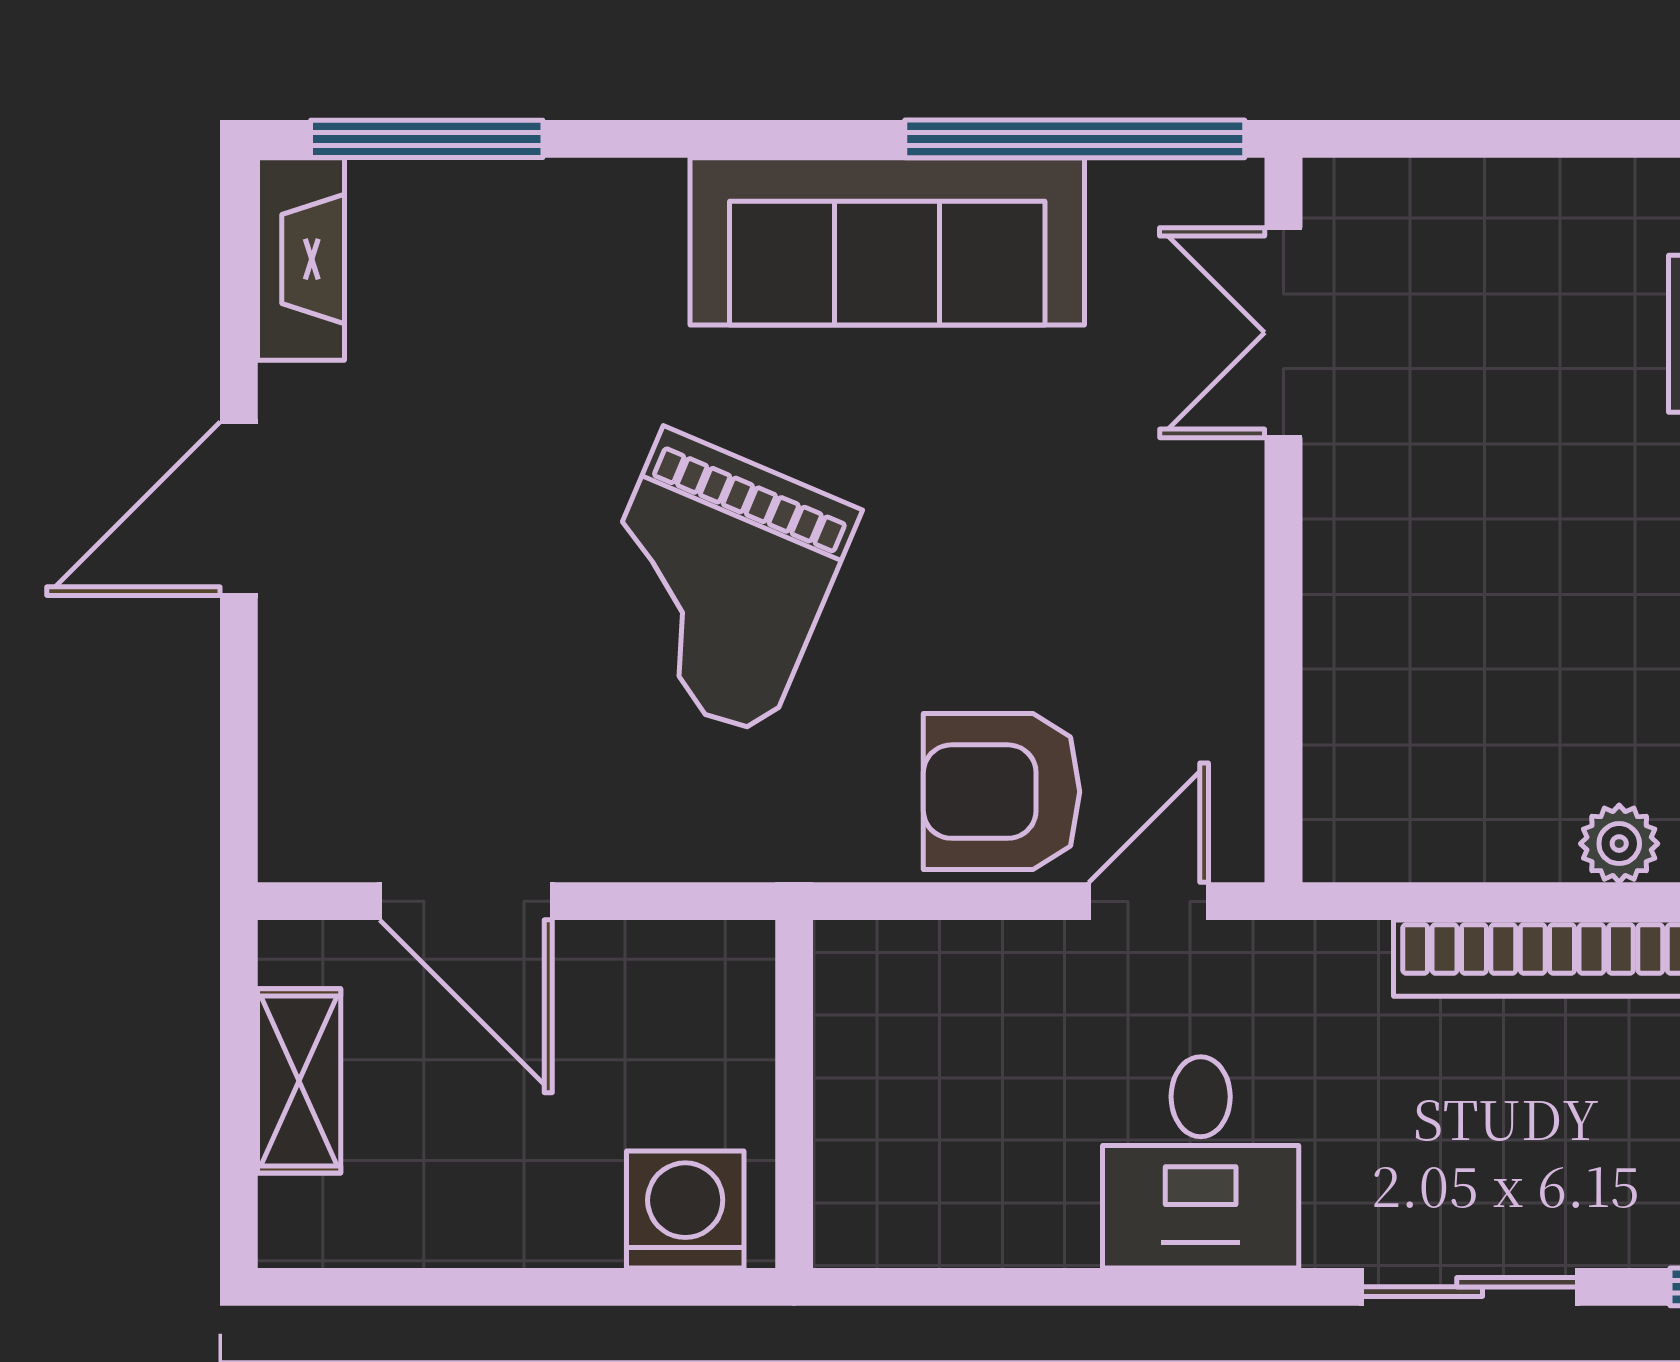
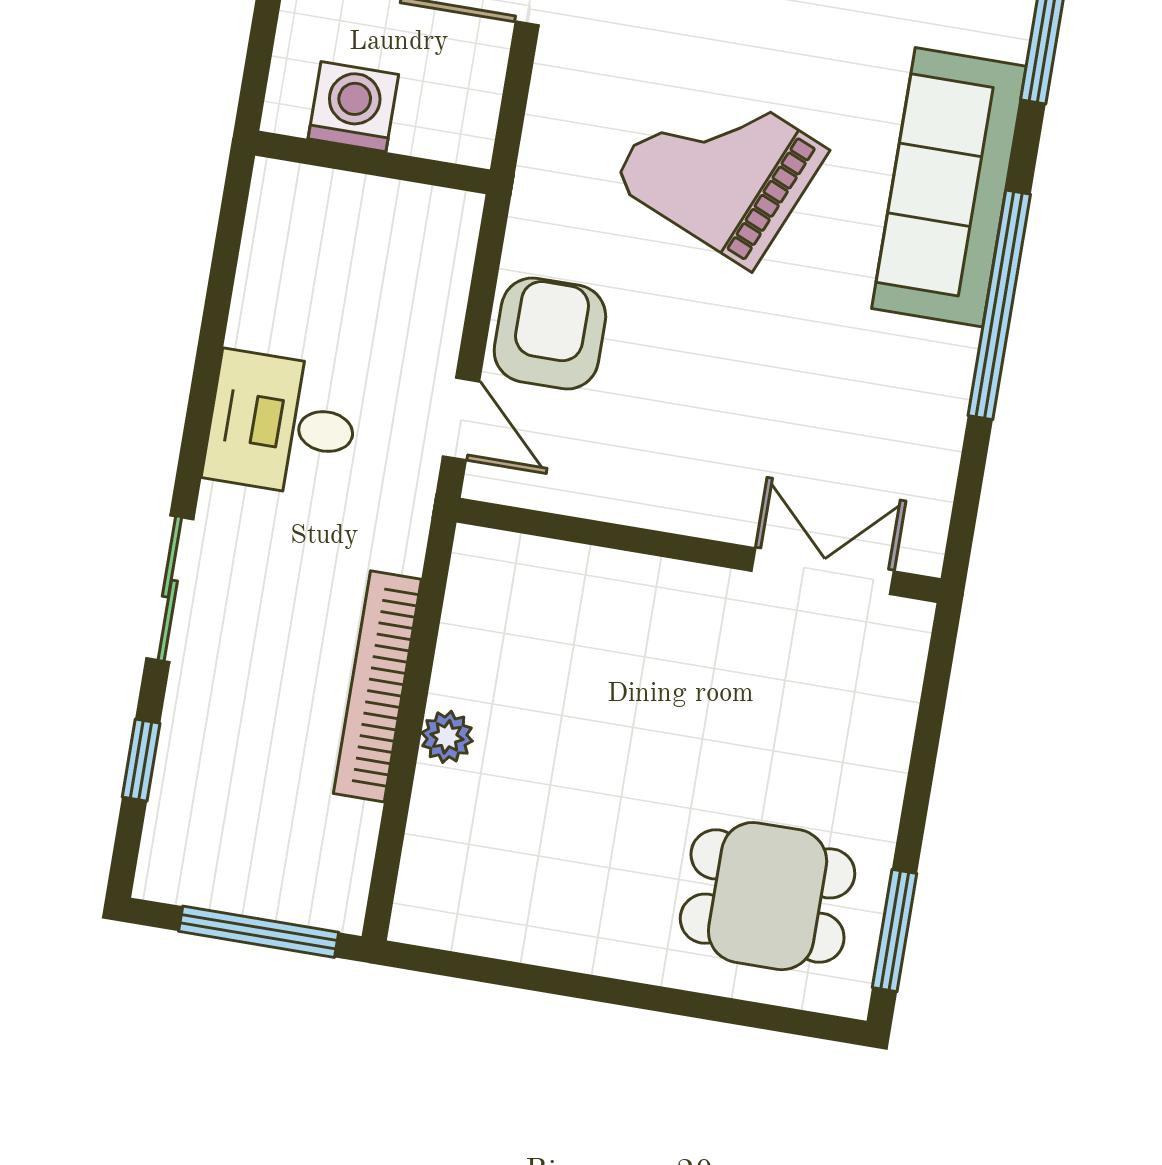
window: (1075, 139) -> (999, 305), moved
sofa: (887, 241) -> (949, 187), moved
washing machine: (685, 1210) -> (353, 107), moved, turned -90

